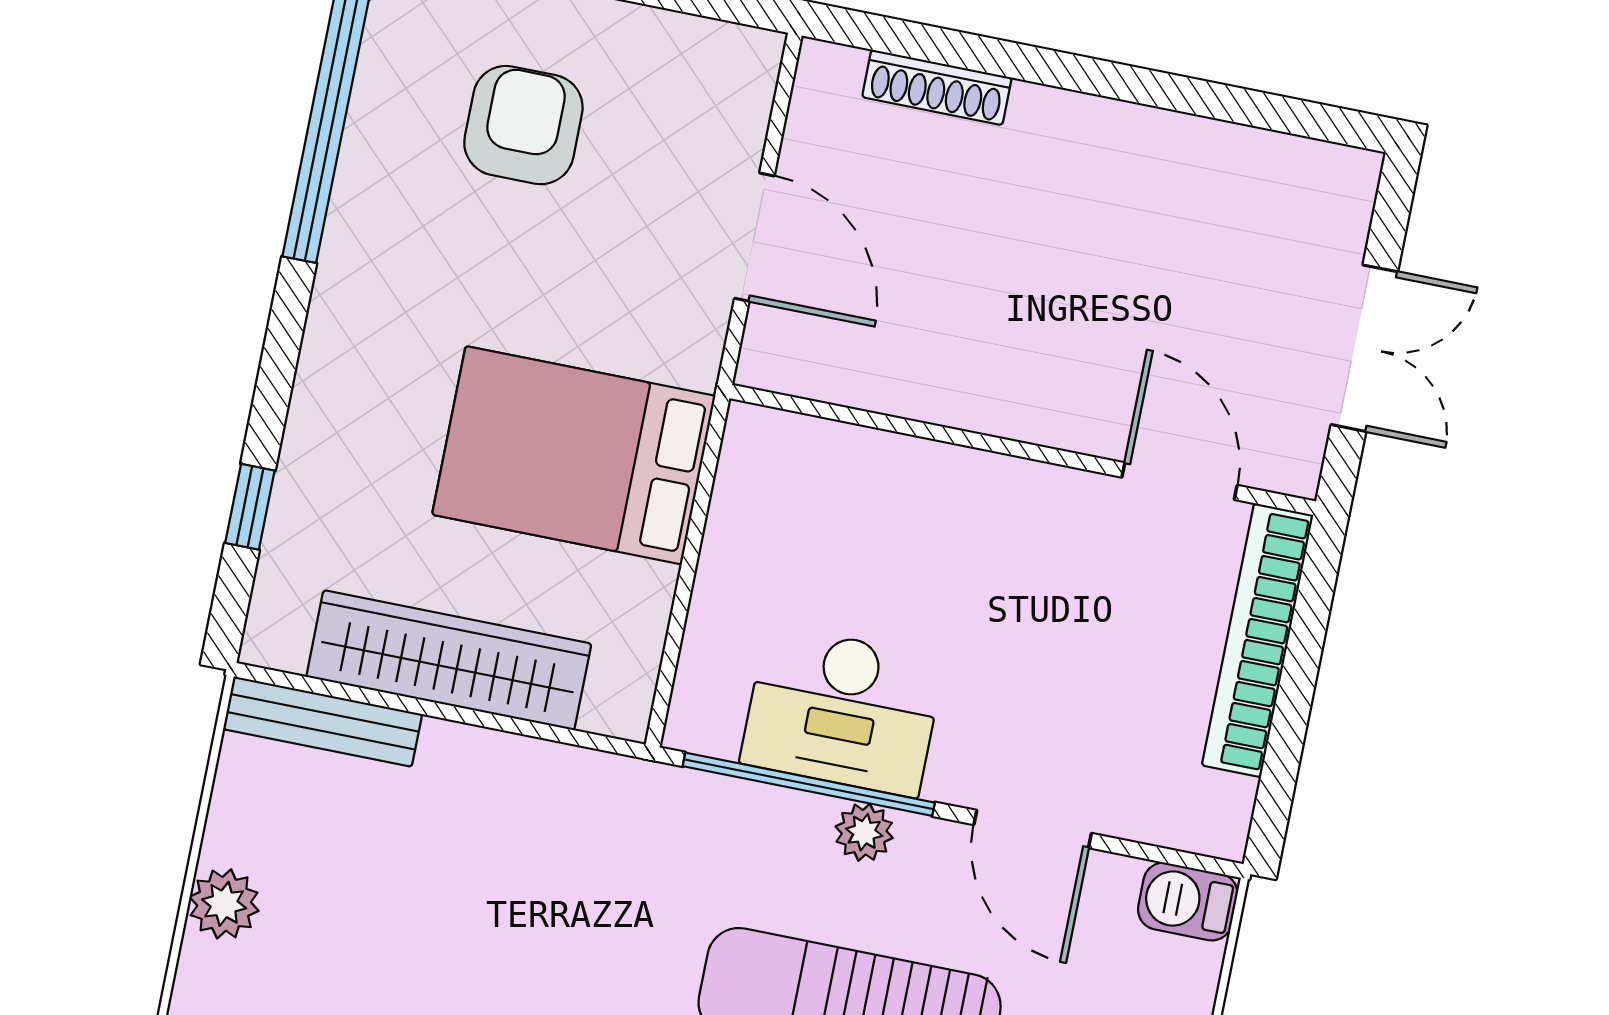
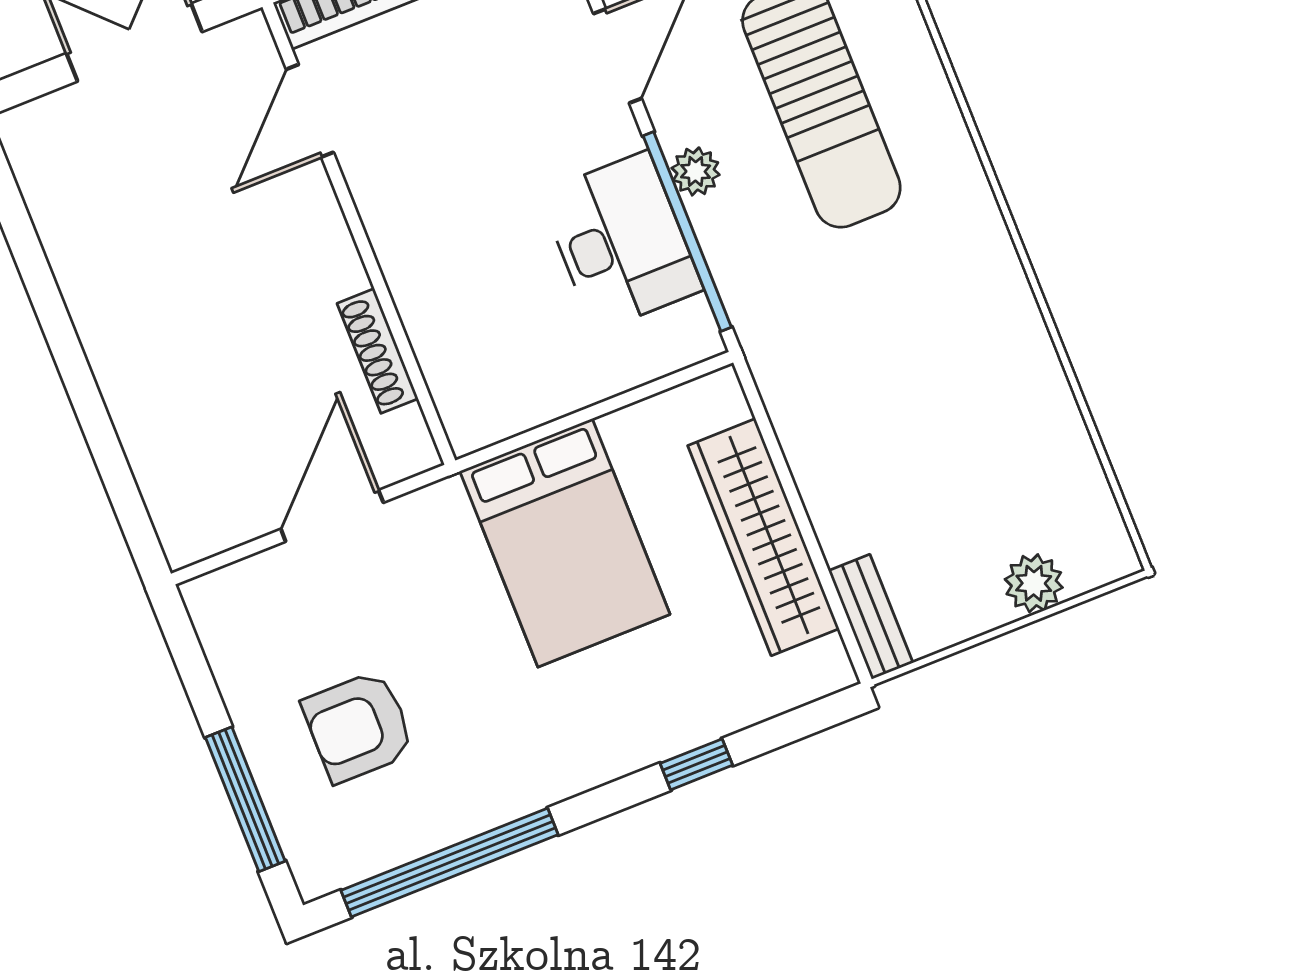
shoe rack: (937, 87) -> (378, 351), moved, turned 180
window: (250, 507) -> (696, 764), moved
bench: (323, 722) -> (871, 617), width x0.73

